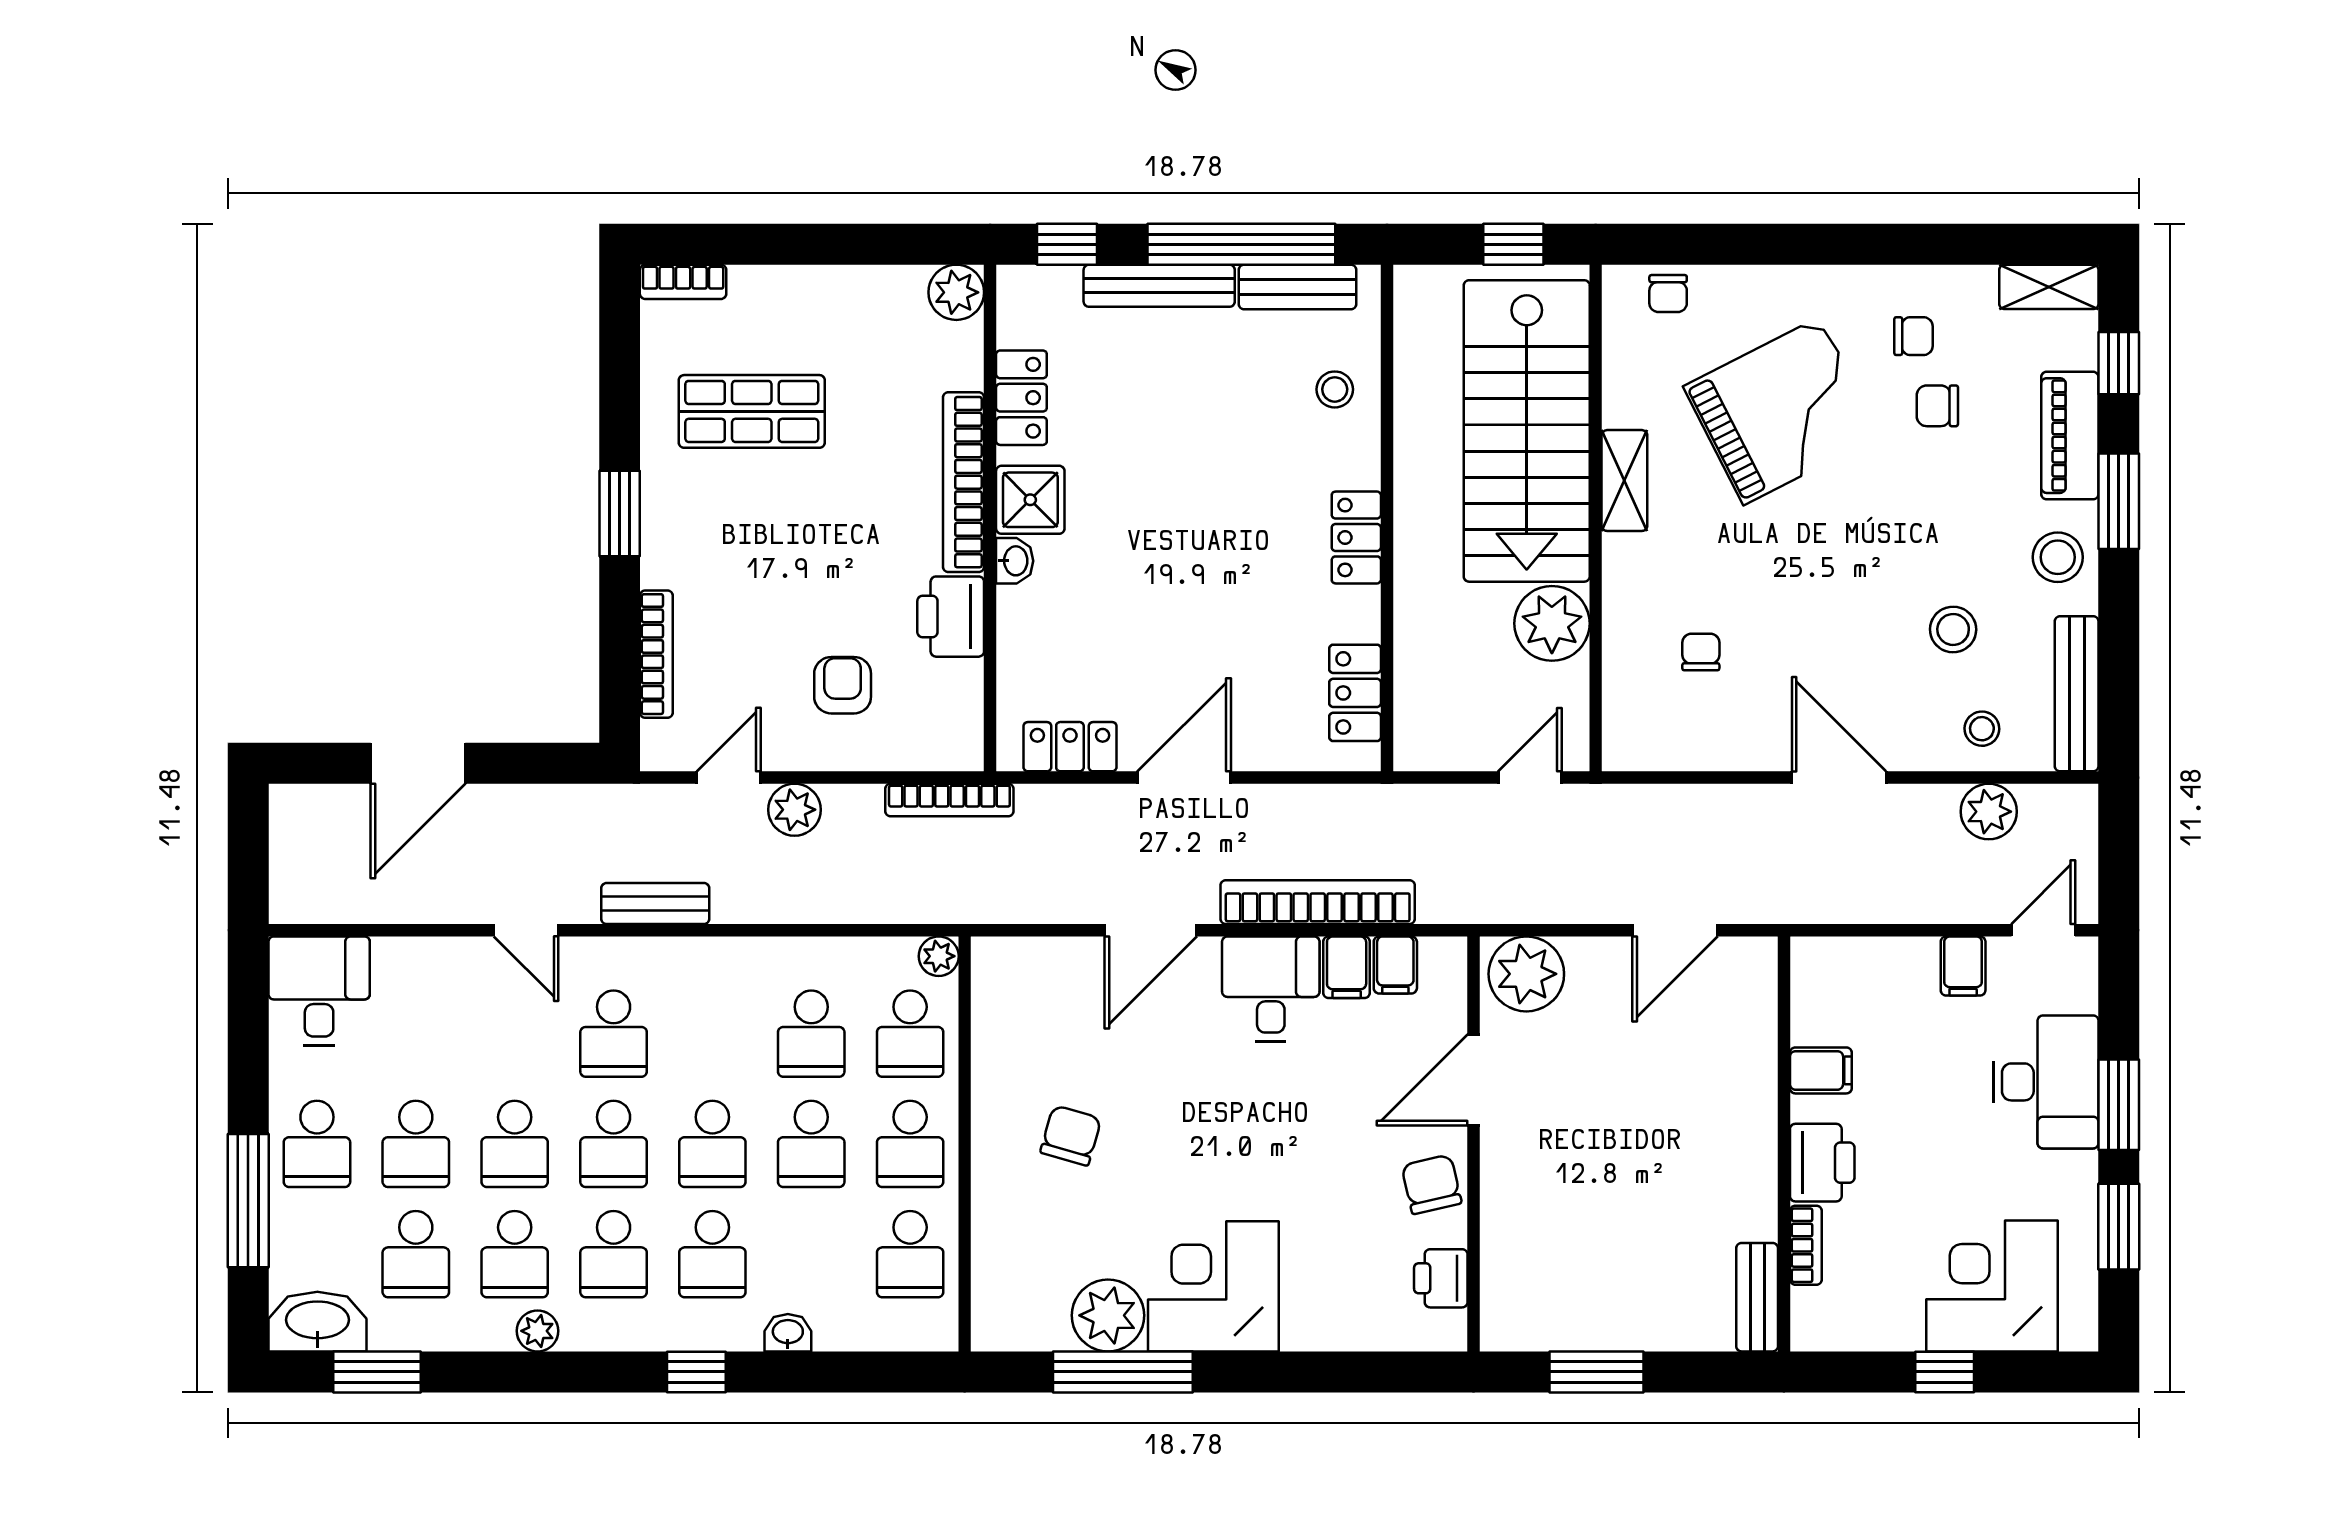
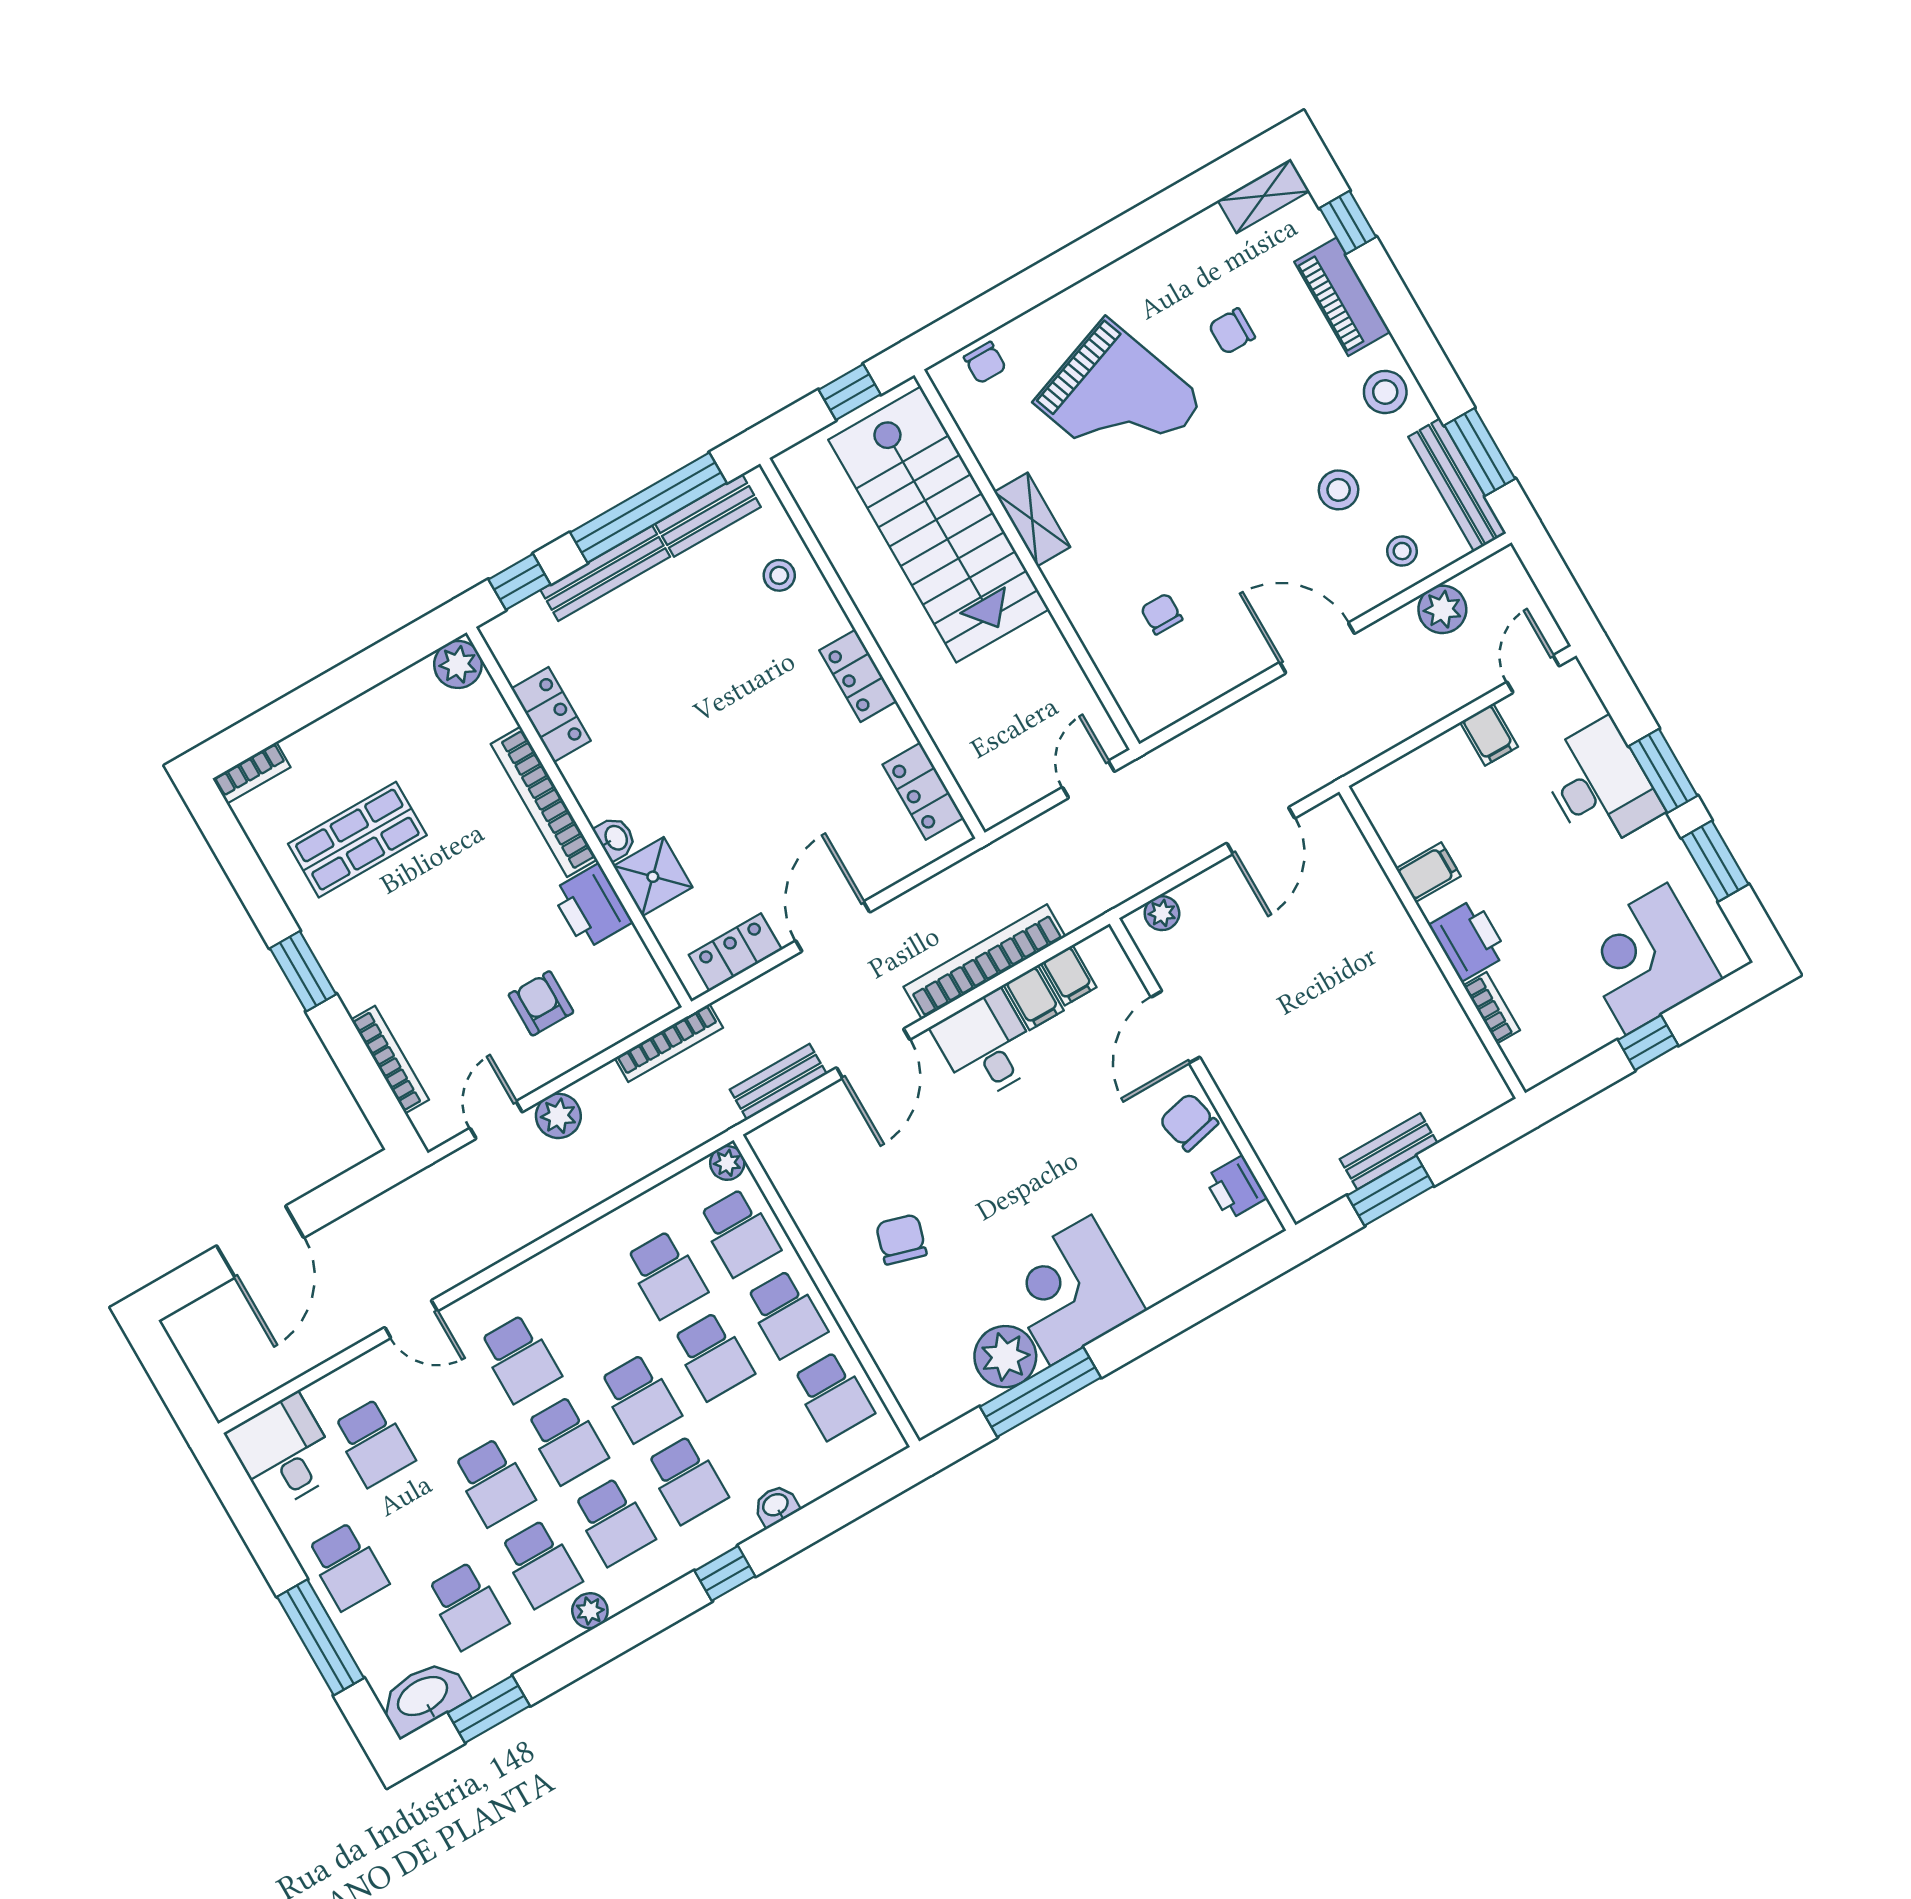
chair: (1914, 336) -> (1185, 290), removed
grand piano: (1782, 411) -> (1119, 401), turned 97
shower: (1030, 500) -> (653, 877), moved
window: (2119, 501) -> (1480, 452), moved
plant: (1552, 623) -> (1039, 656), removed
bench: (655, 904) -> (778, 1082), moved
plant: (1526, 974) -> (1162, 913), width x0.53, depth x0.53
school desk: (416, 1144) -> (374, 1443), moved
bench: (1757, 1297) -> (1389, 1151), moved, turned 90

